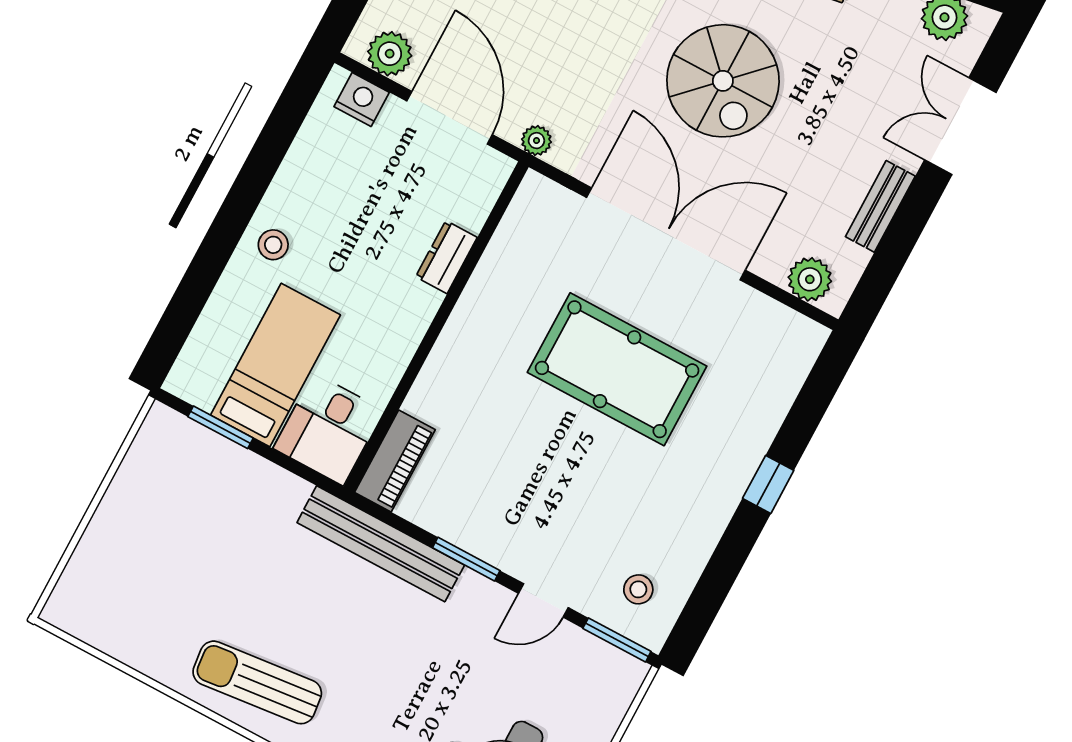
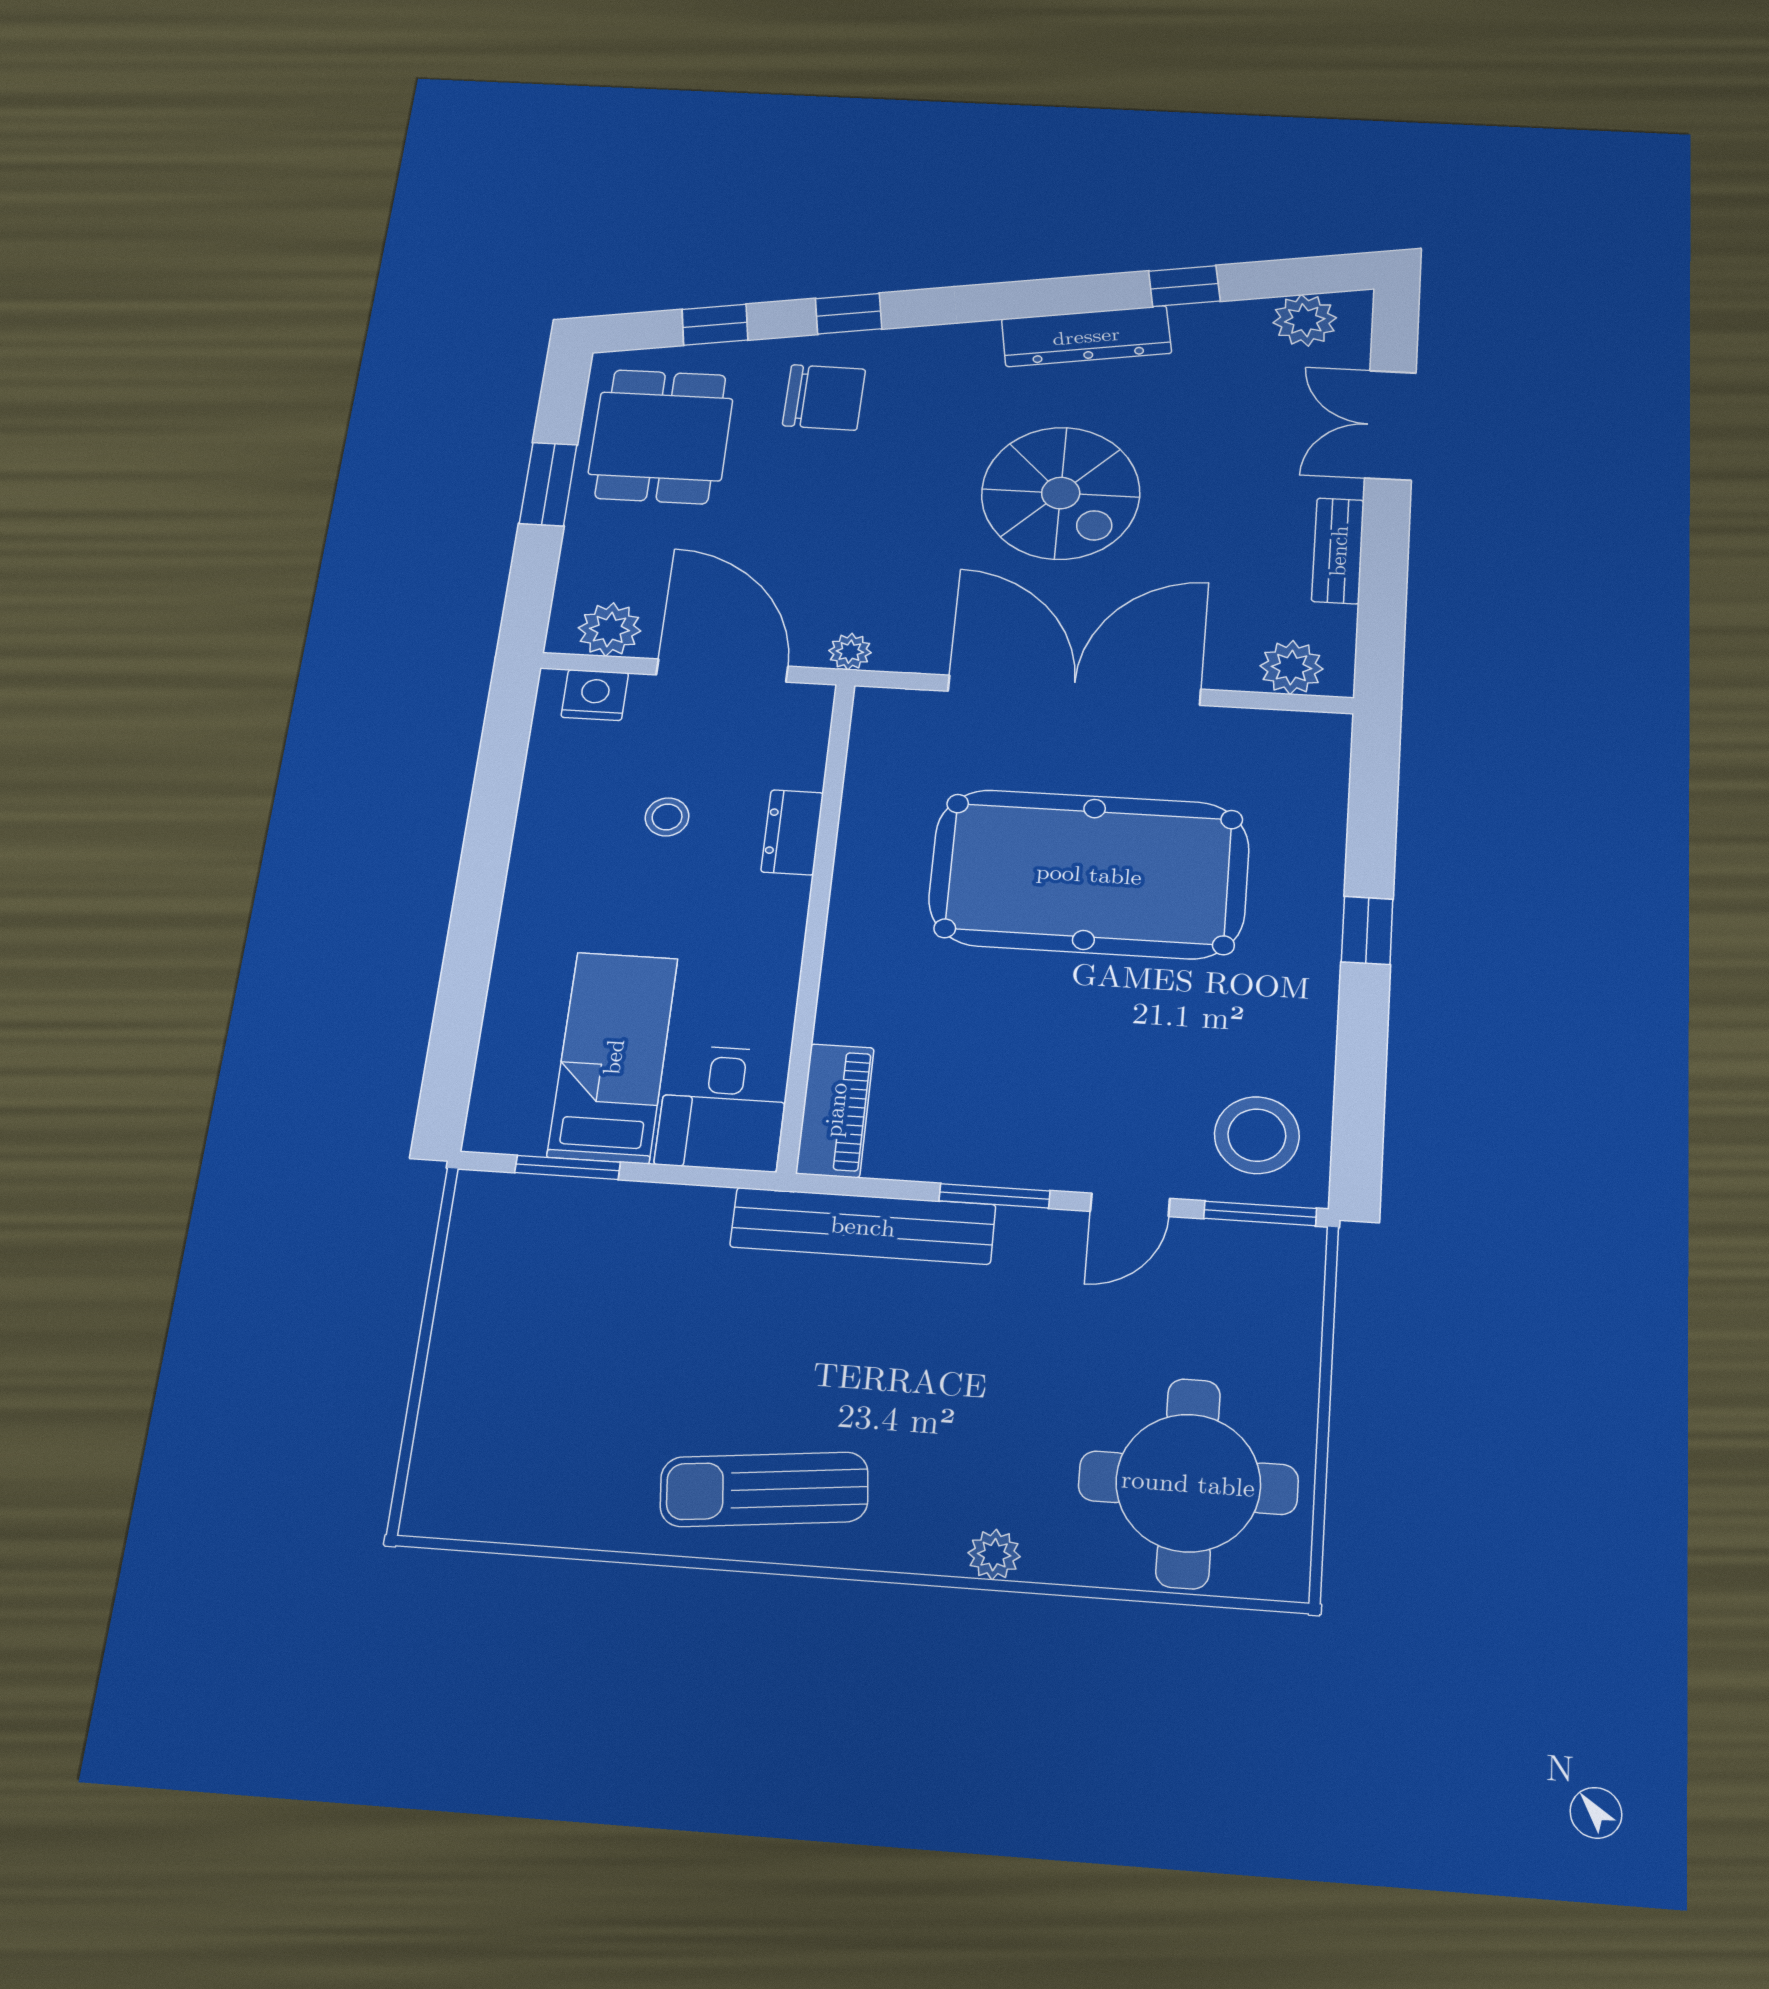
stool: (273, 245) -> (667, 817), moved
pool table: (617, 369) -> (1089, 874), width x1.36, depth x1.32
stool: (638, 589) -> (1257, 1135), width x1.89, depth x1.89

